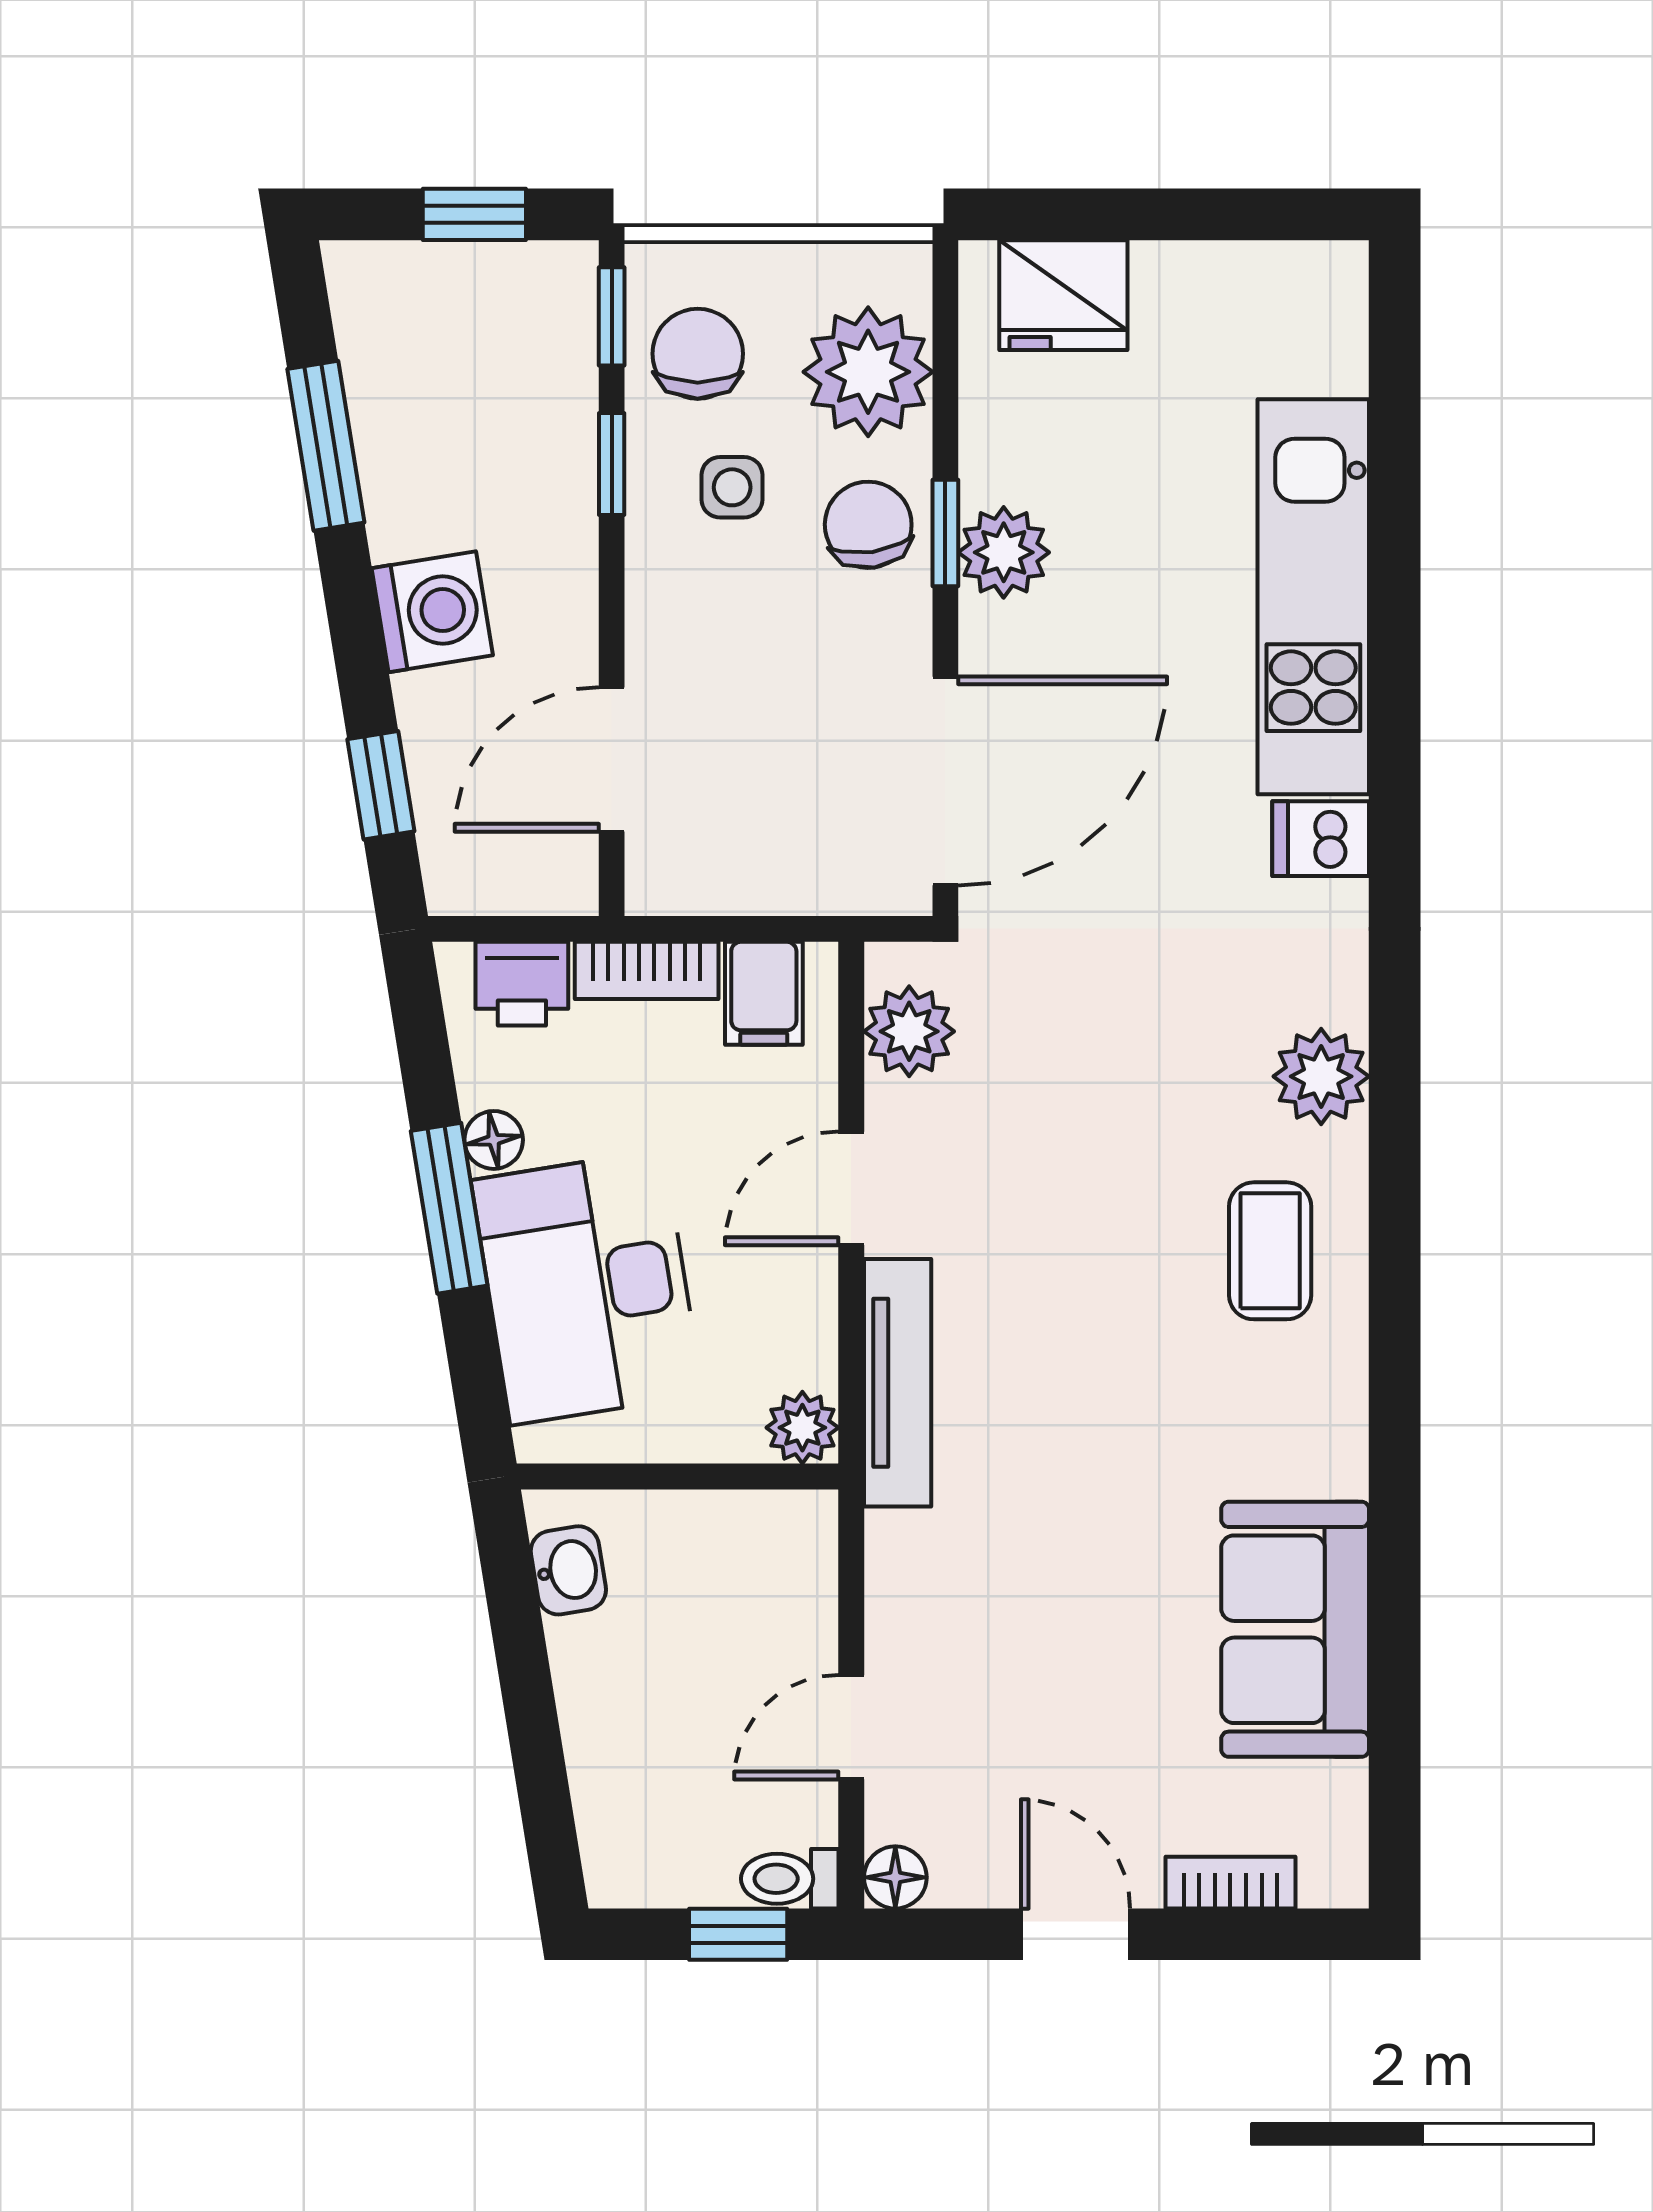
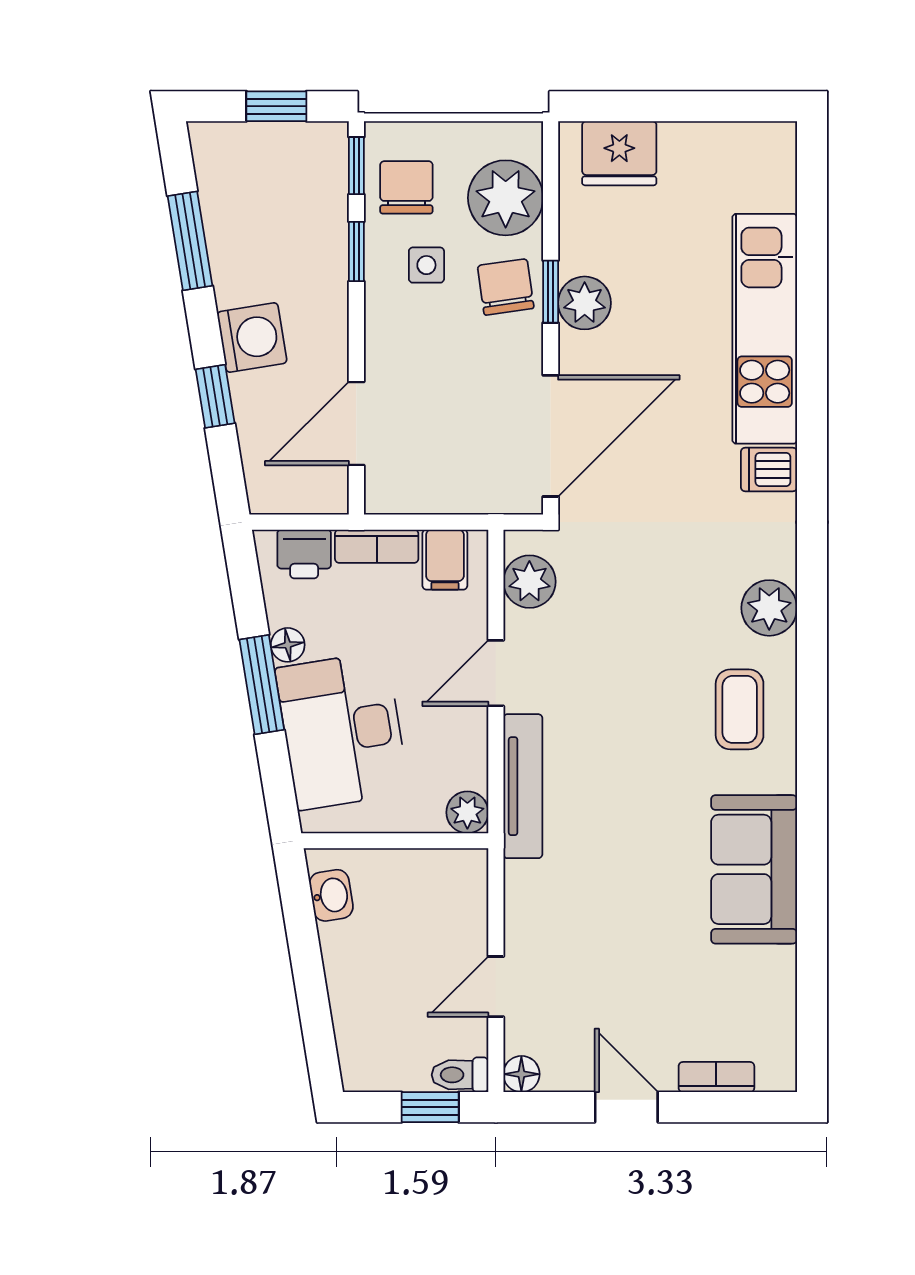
window: (381, 785) -> (215, 396), moved
sofa: (1295, 1629) -> (754, 869), moved

